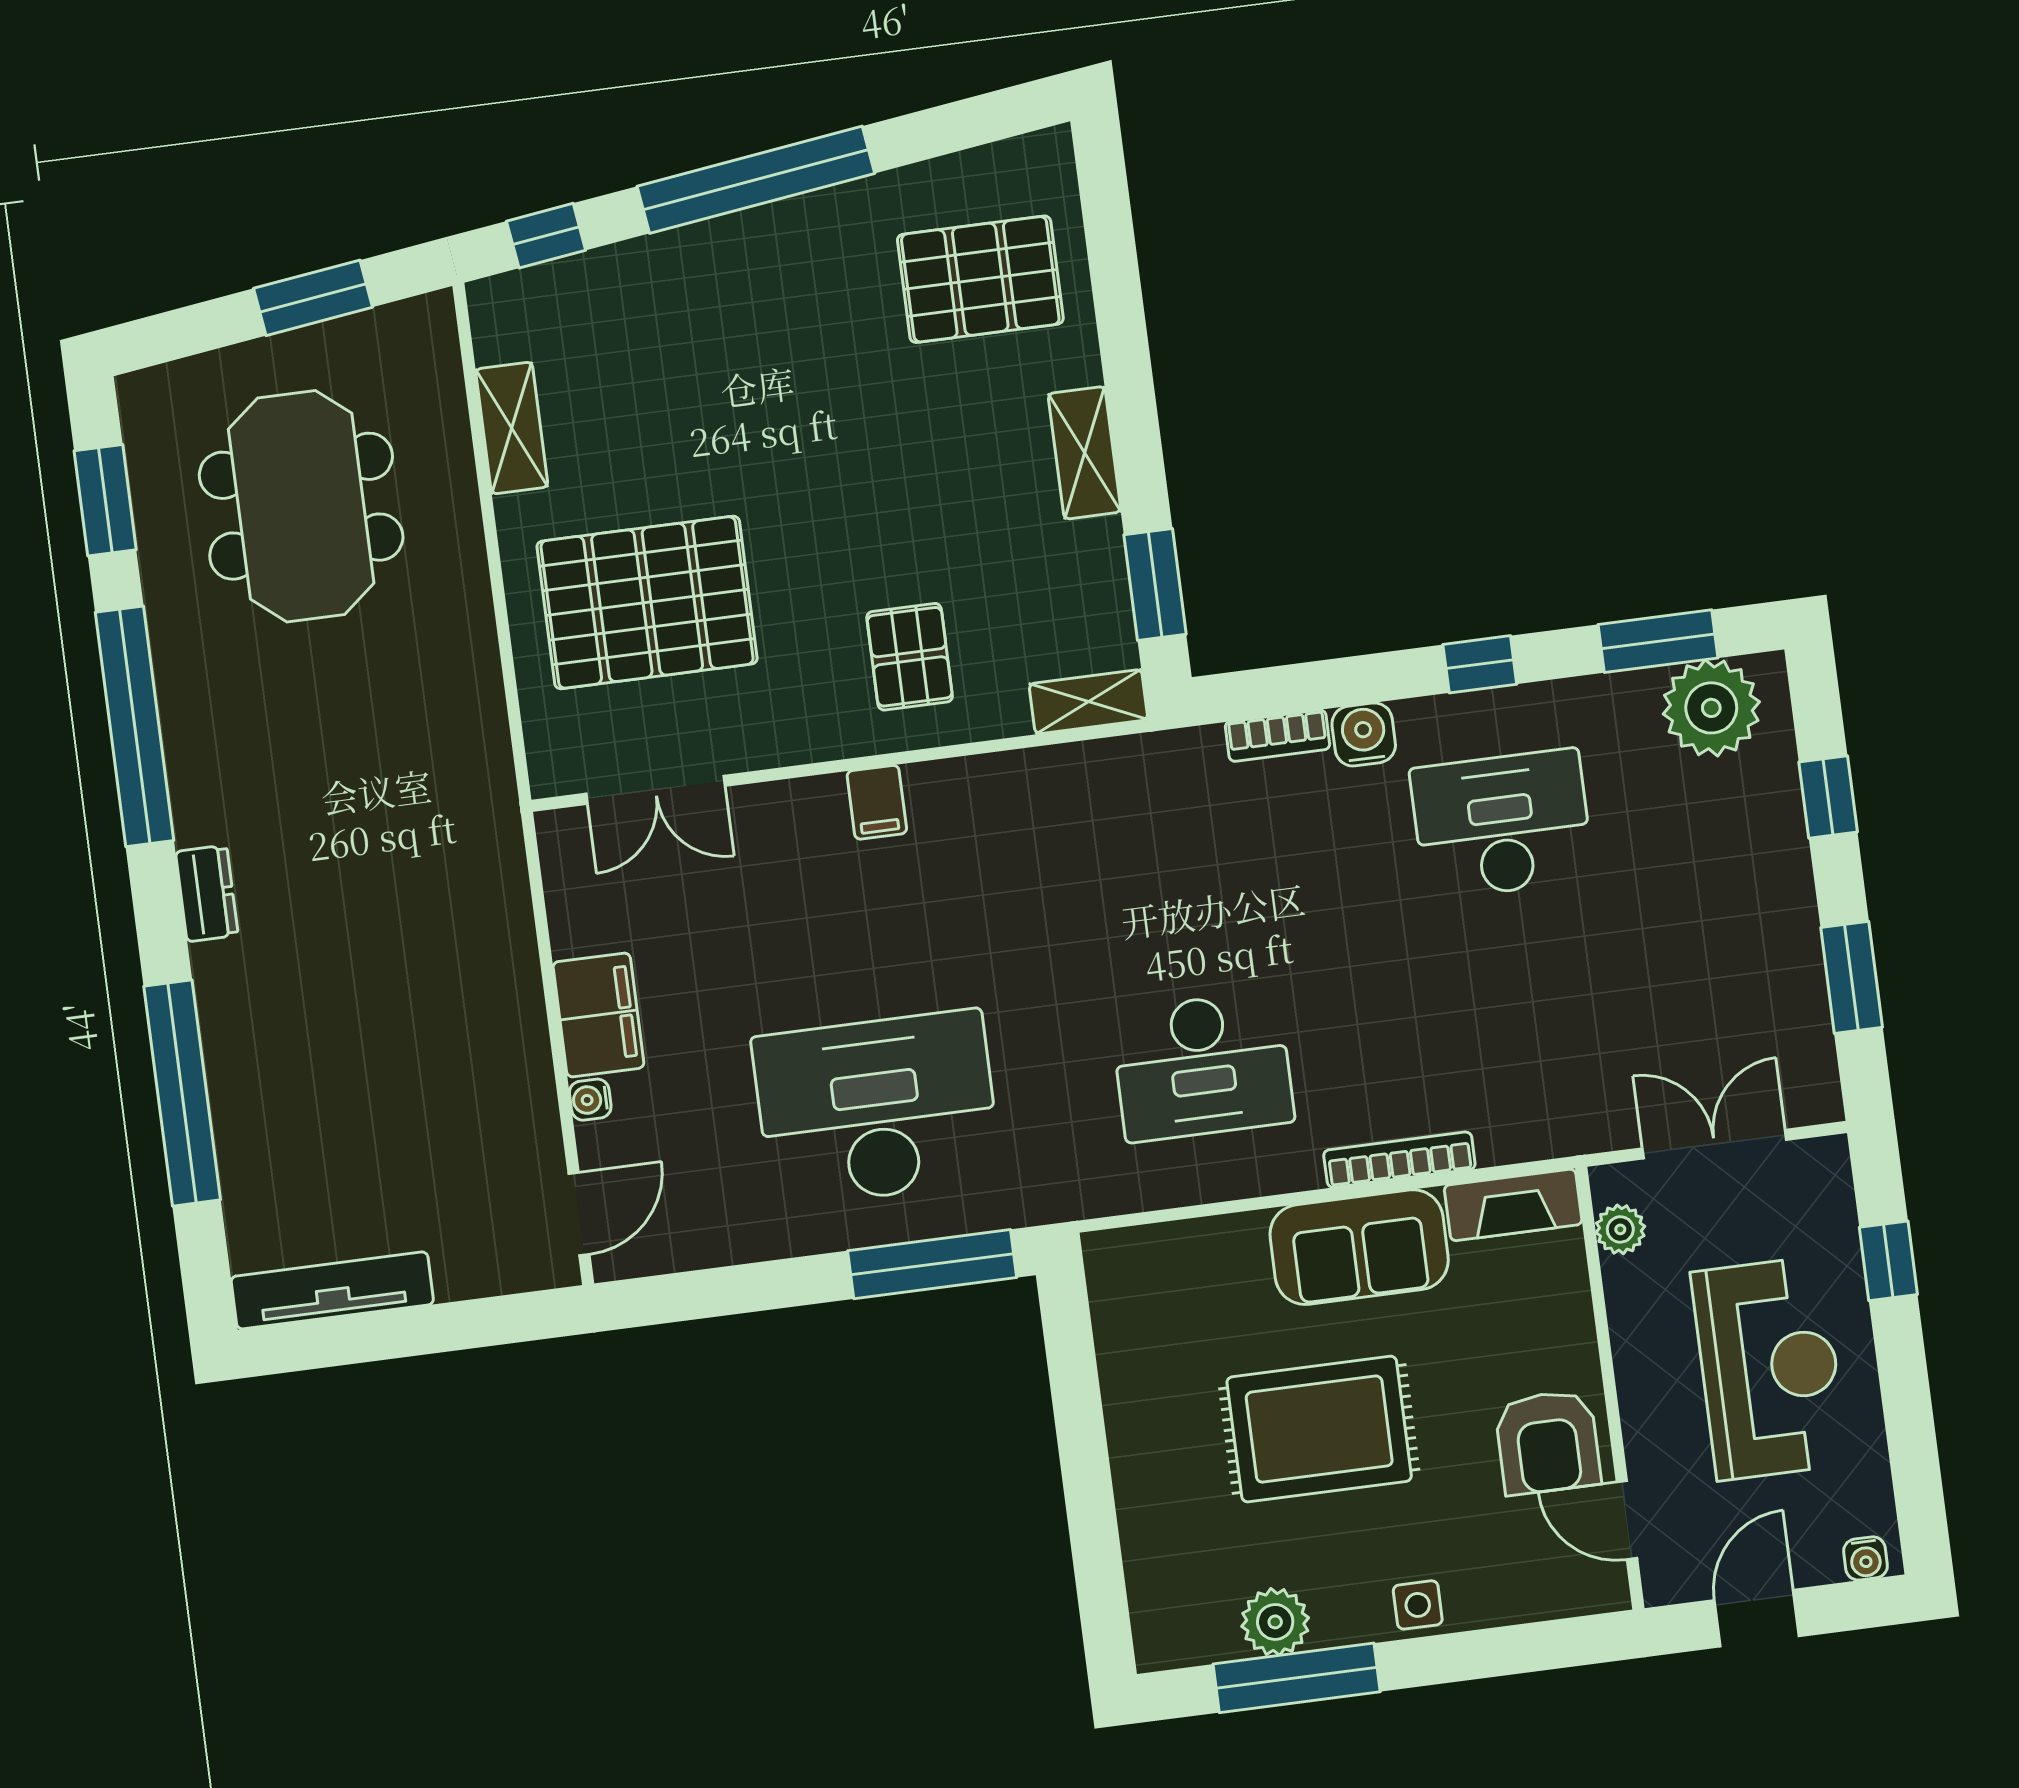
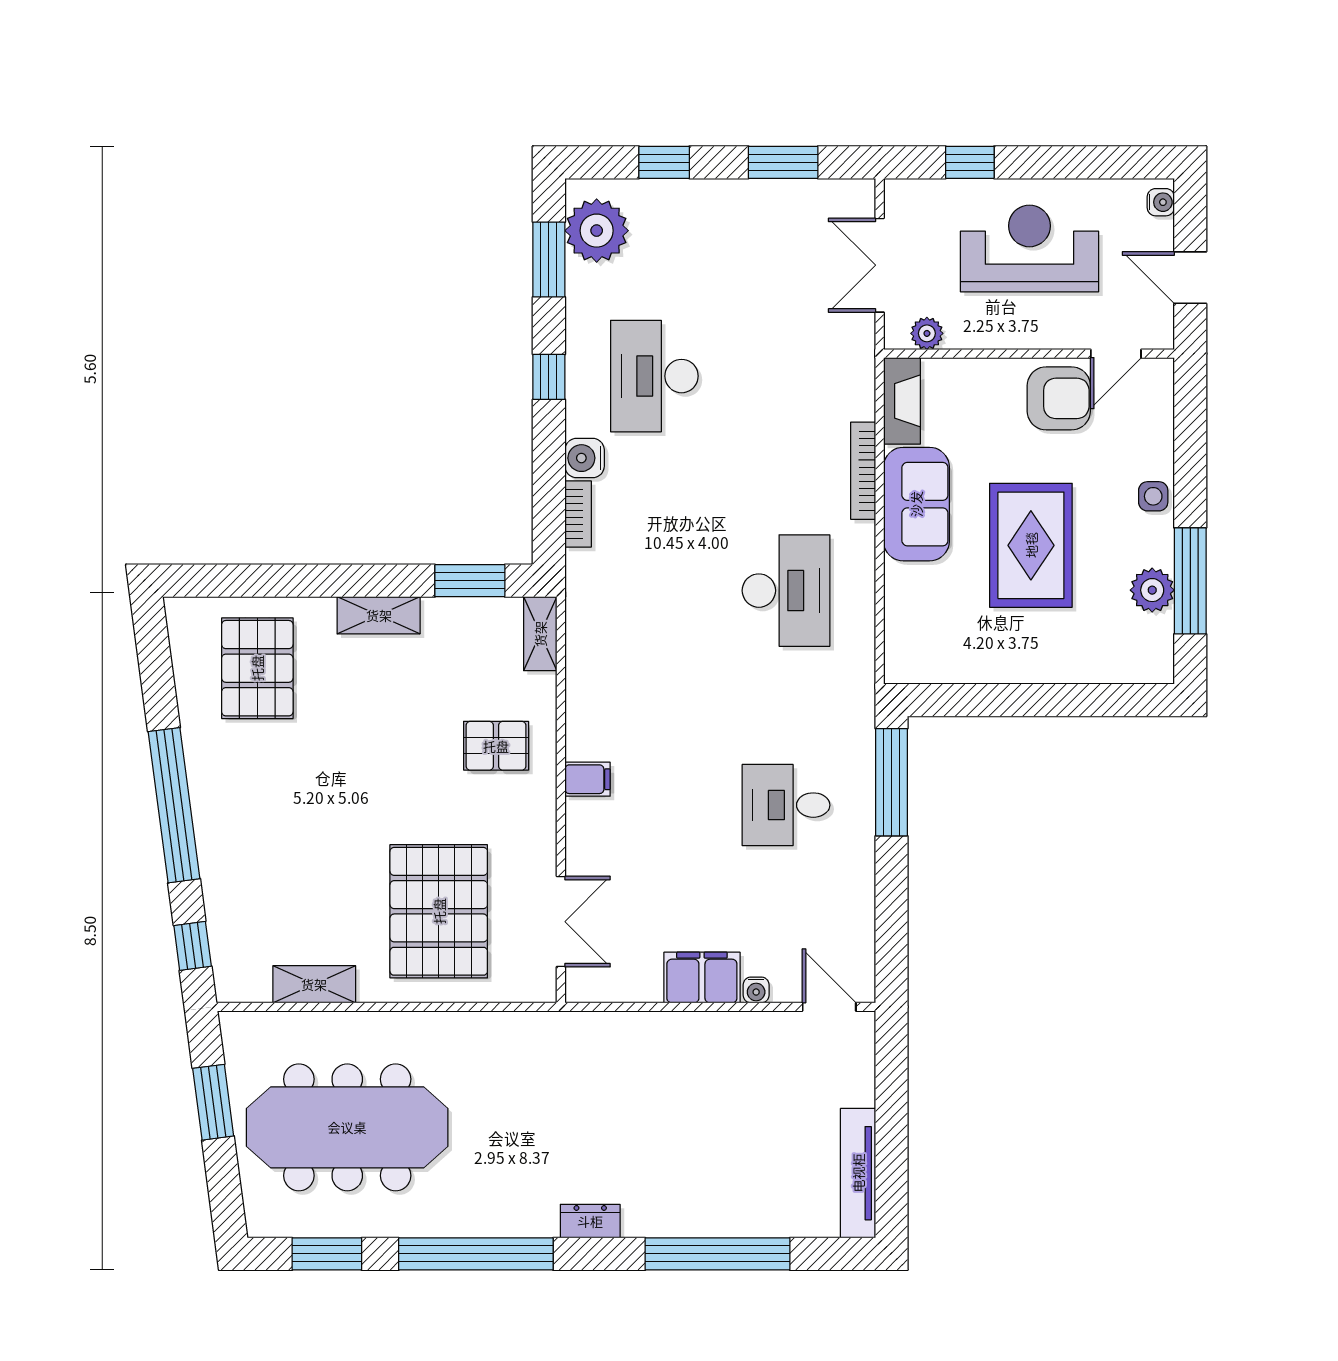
meeting table: (301, 506) -> (347, 1127), width x1.36
desk: (877, 1109) -> (786, 805), width x0.53, depth x0.77

